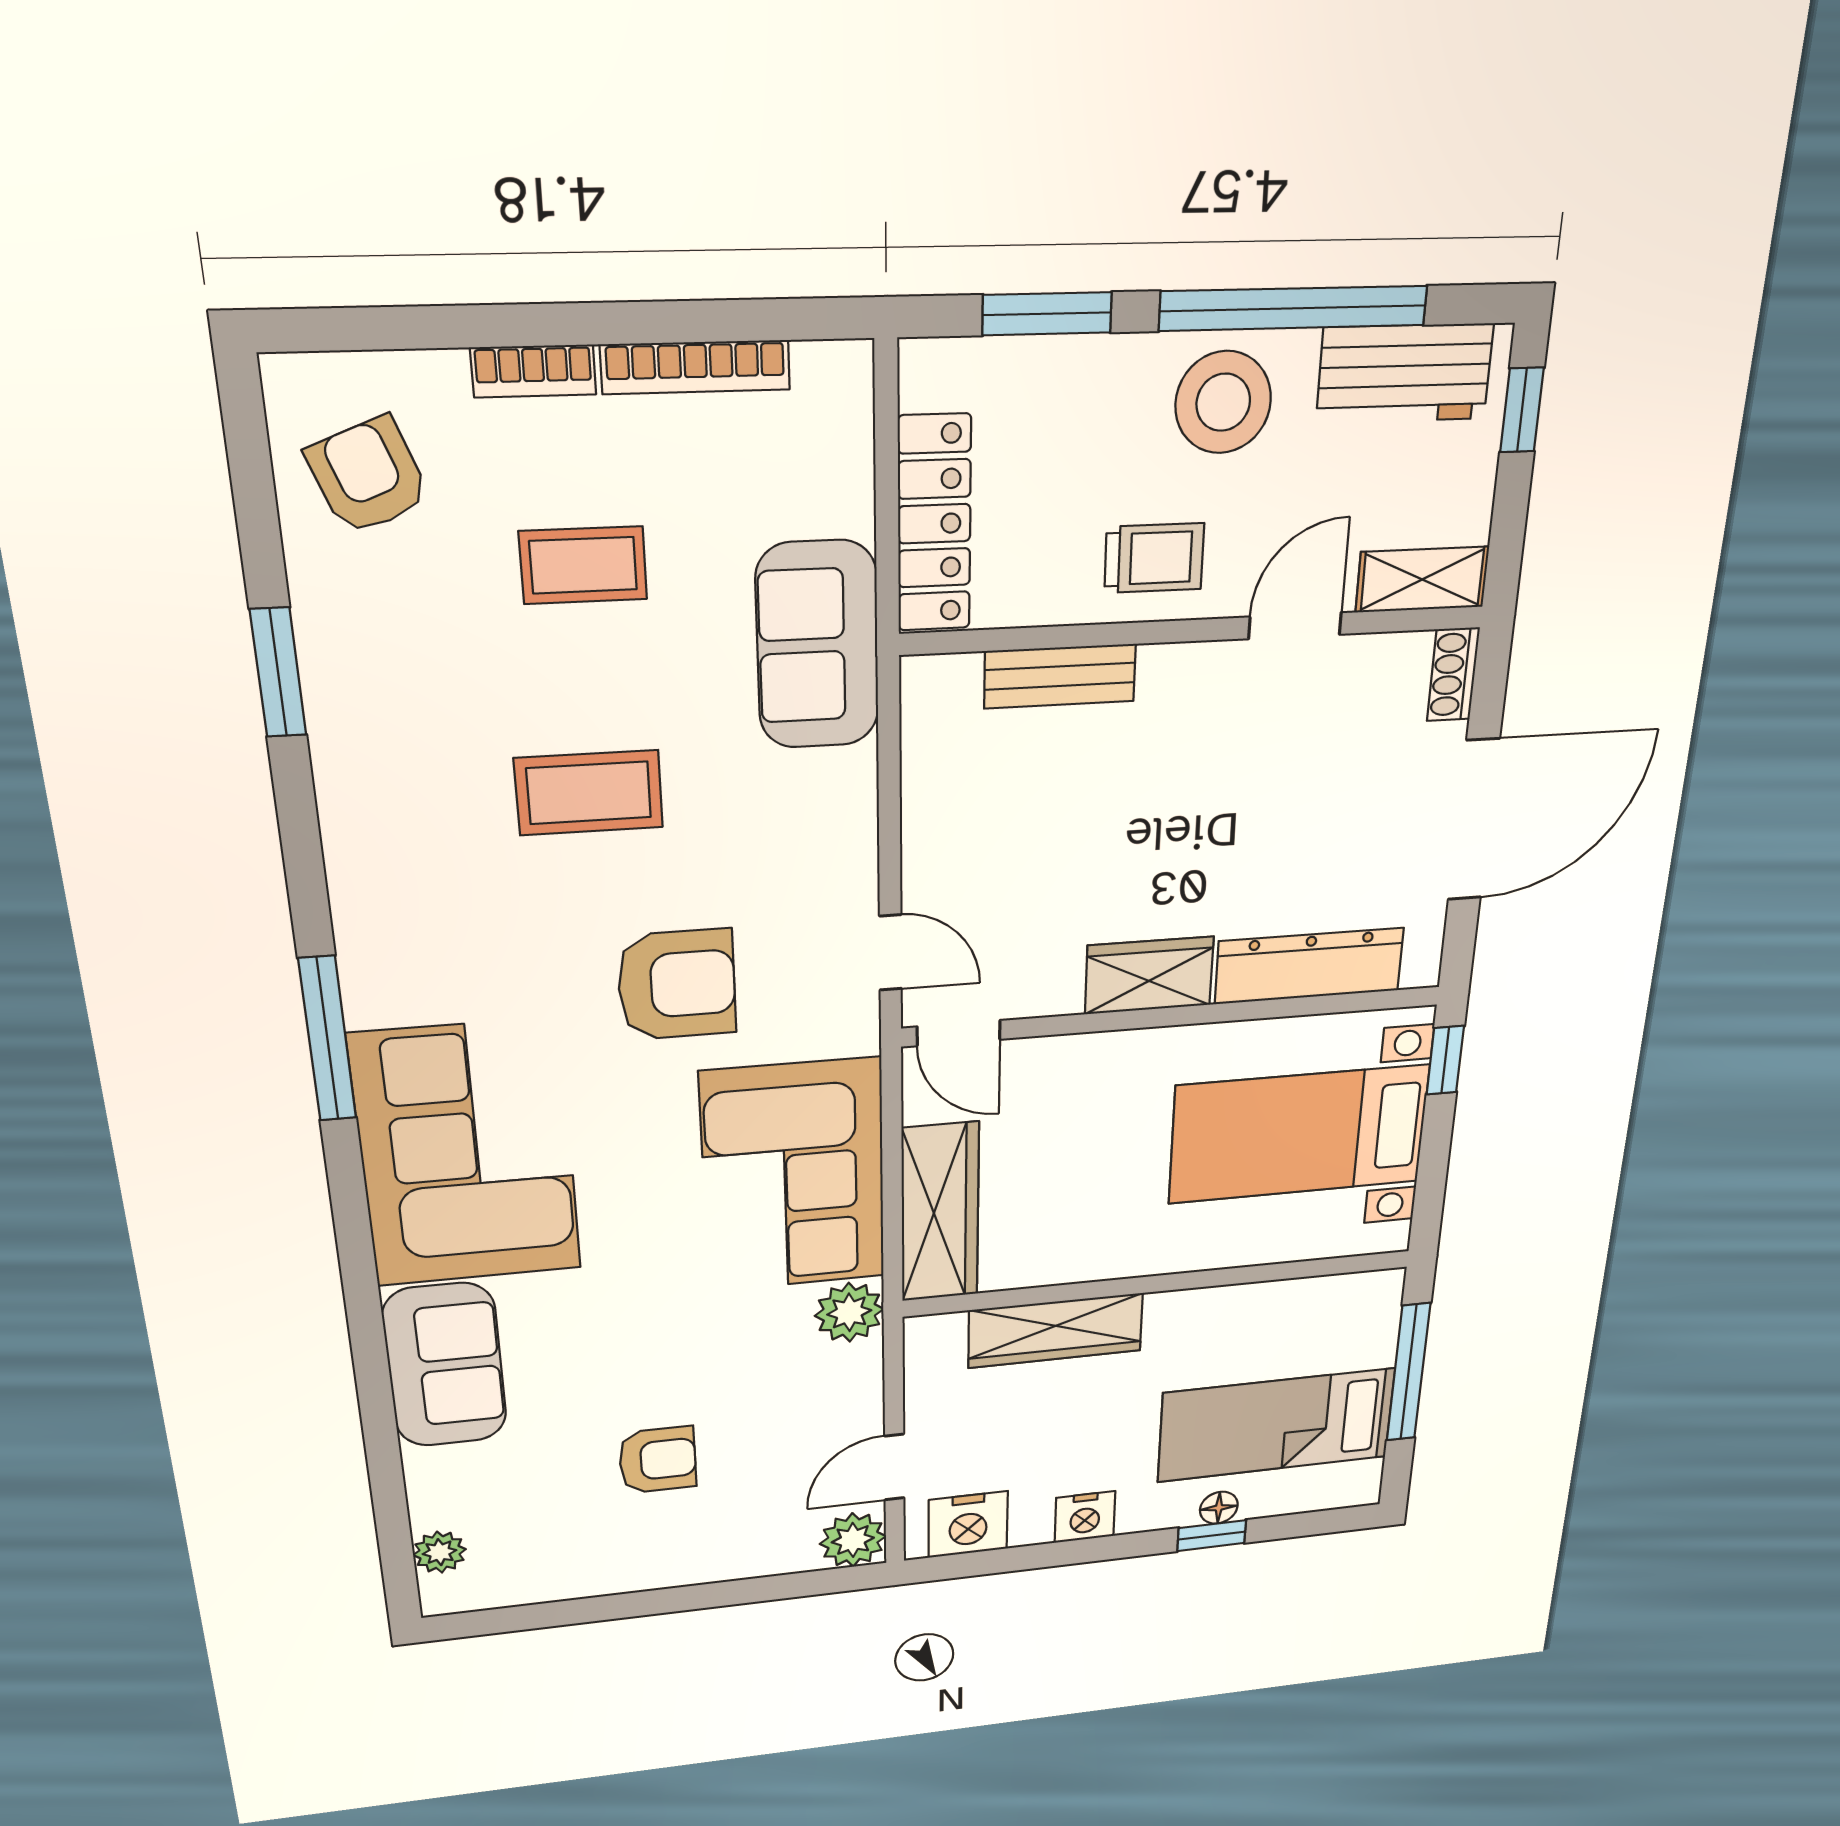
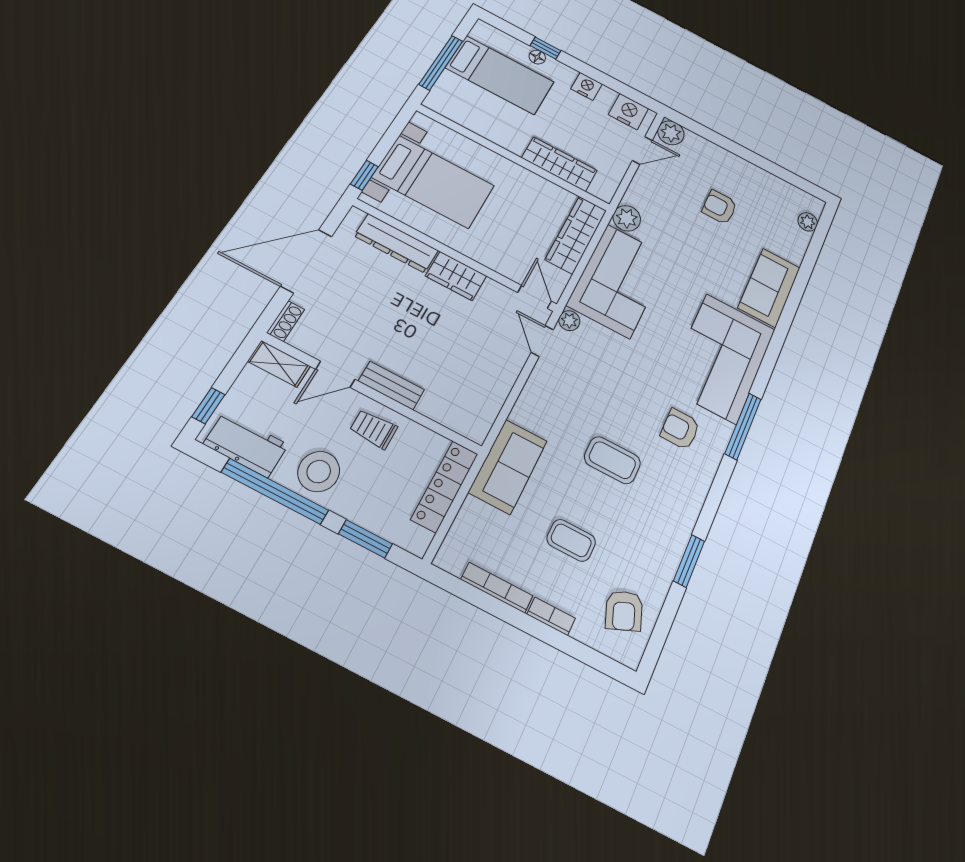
bench: (1060, 676) -> (391, 385), moved
armchair: (677, 985) -> (680, 429), moved, width x0.72, depth x0.72
plant: (855, 1030) -> (569, 321), added

